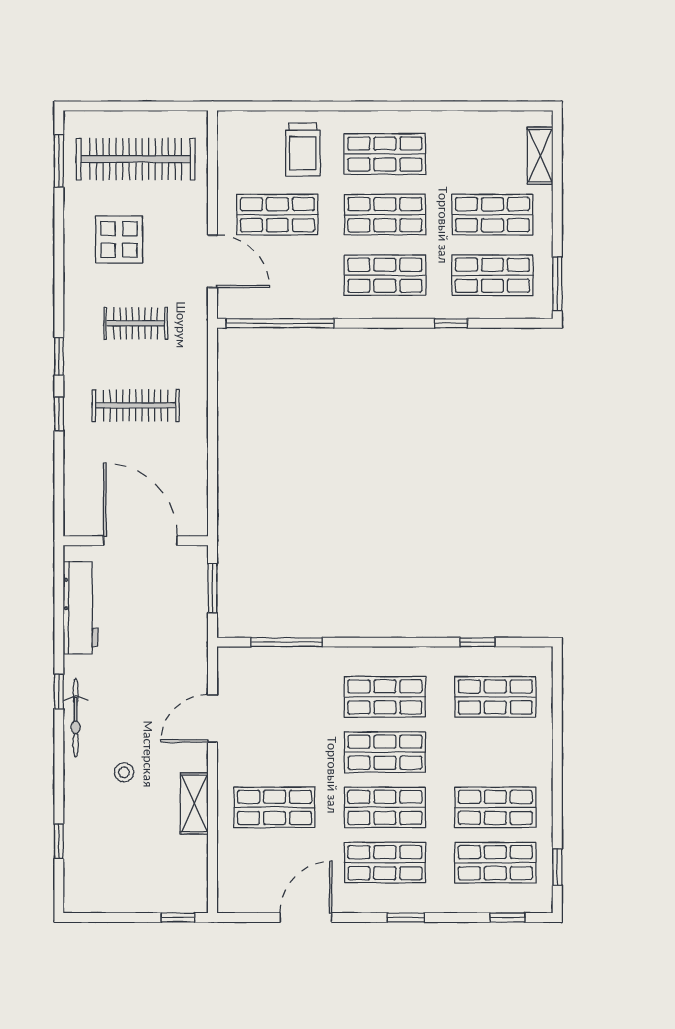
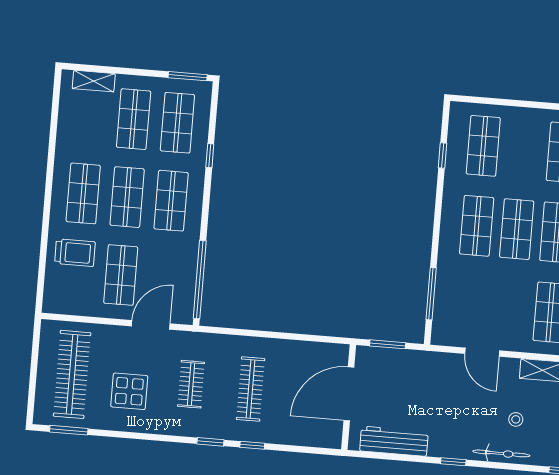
bicycle: (76, 718) -> (501, 453), moved

